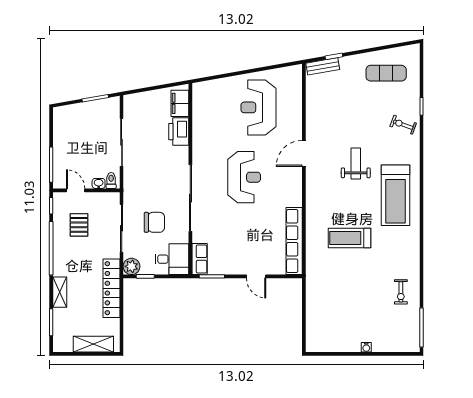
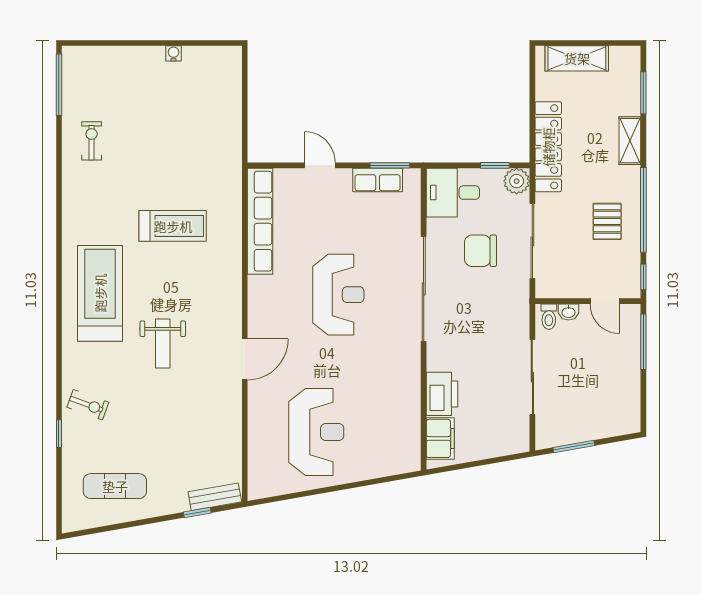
reception desk: (244, 177) -> (338, 295), moved, turned 180
pallet: (79, 225) -> (607, 221), moved
row of seats: (200, 259) -> (378, 180), moved, turned -90
water cooler: (366, 347) -> (174, 53), moved

